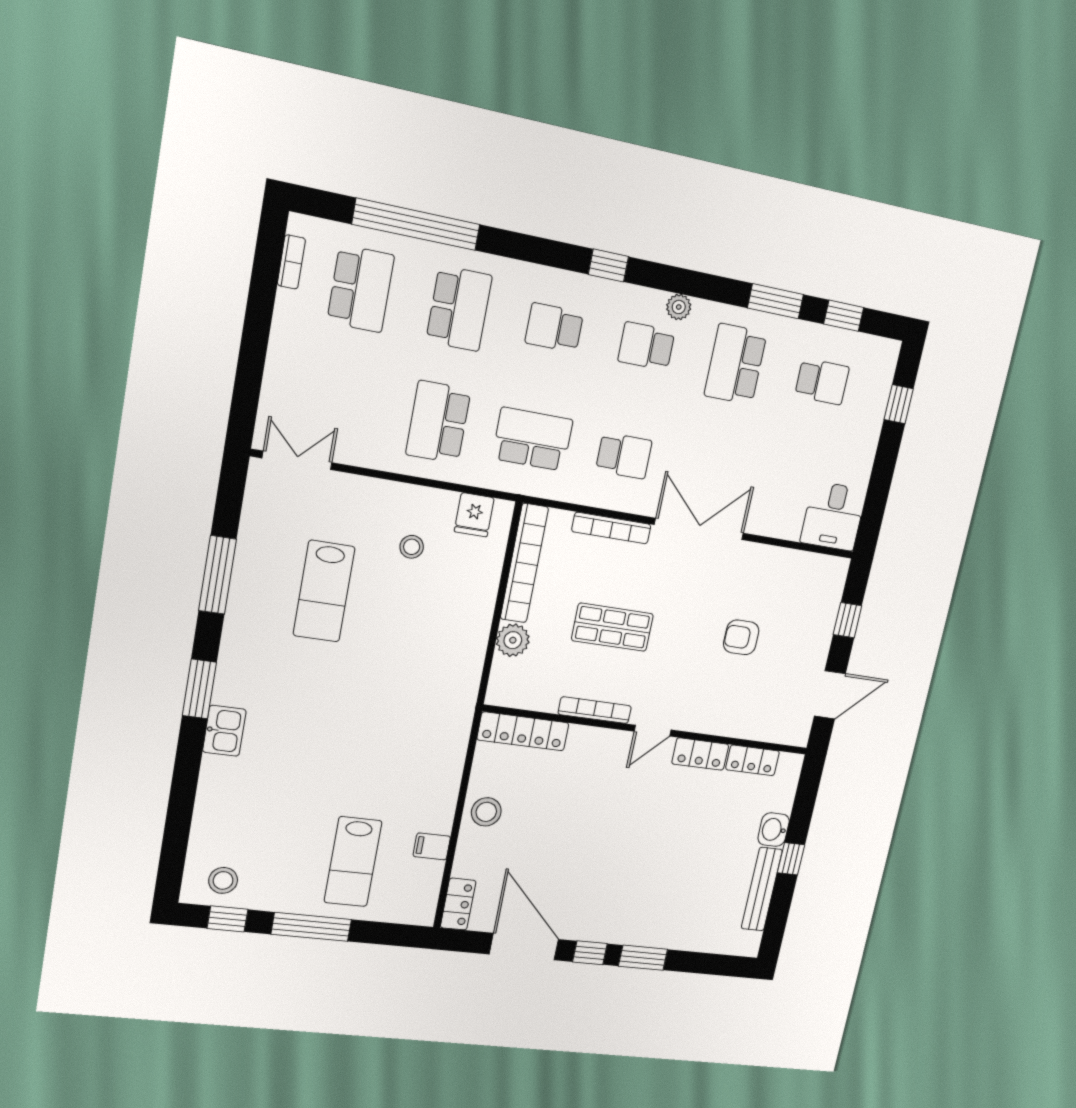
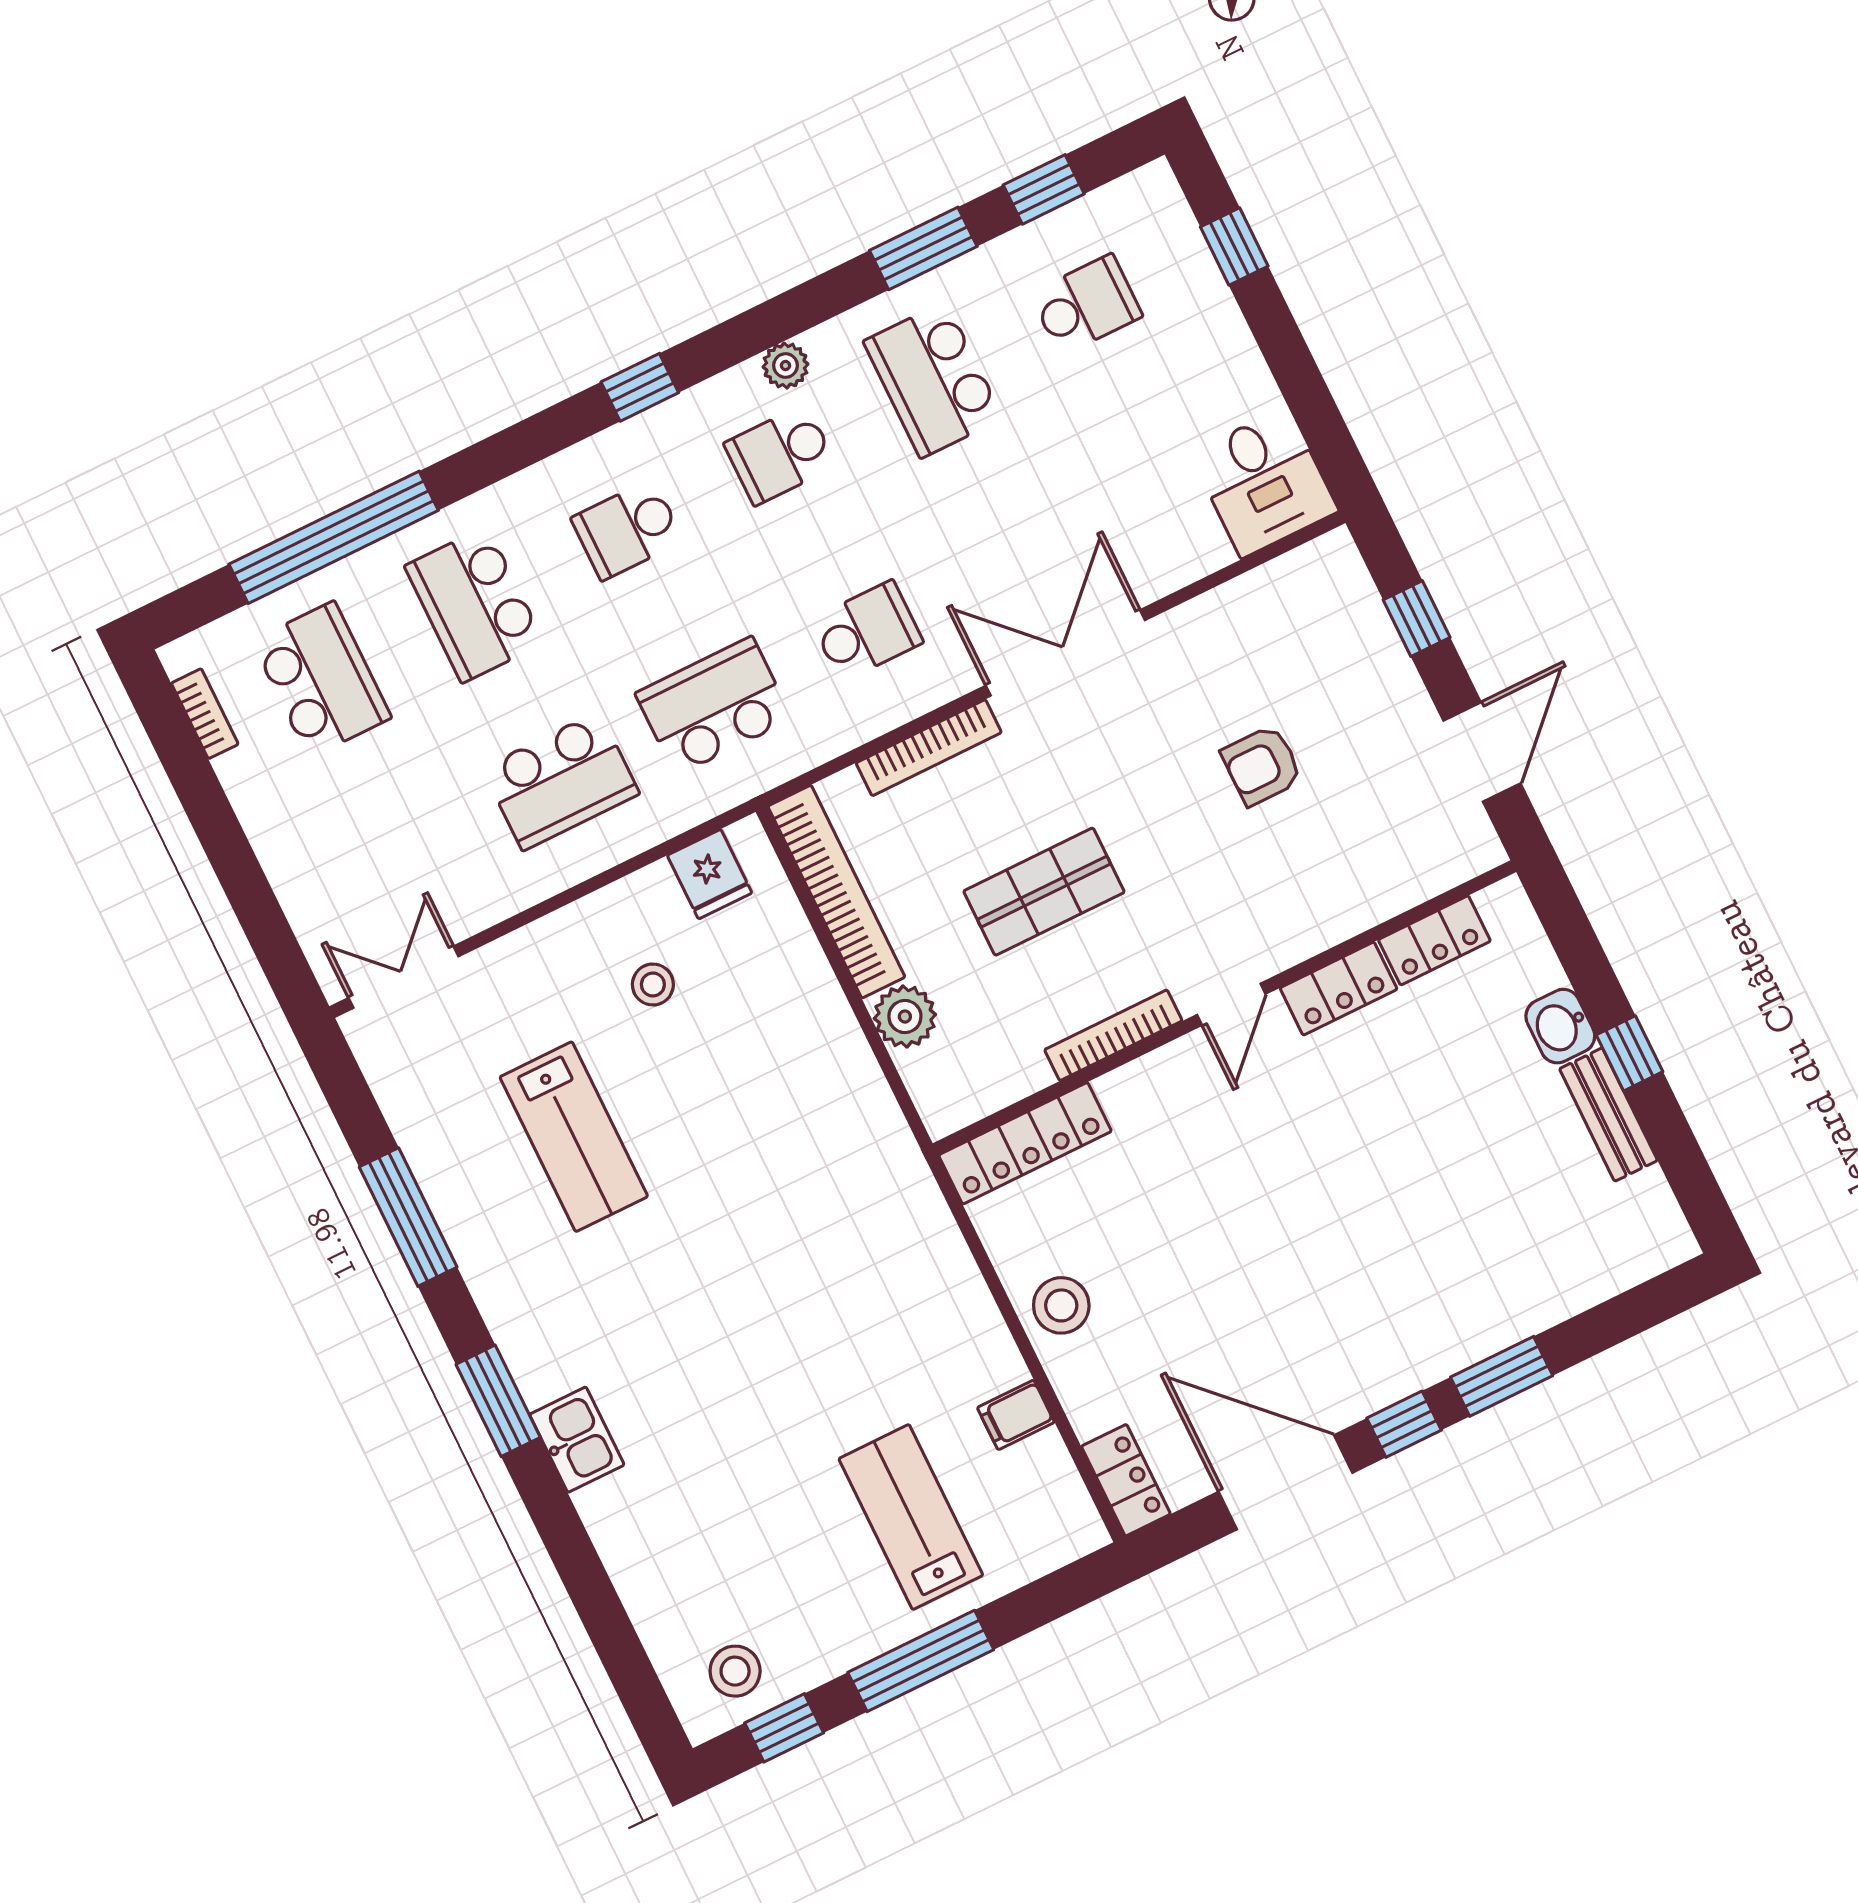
school desk: (459, 308) -> (474, 604), turned 180
school desk: (438, 422) -> (561, 781), turned -90
lab bench: (353, 862) -> (911, 1517), turned 180
bench: (762, 889) -> (1608, 1115), width x0.73

